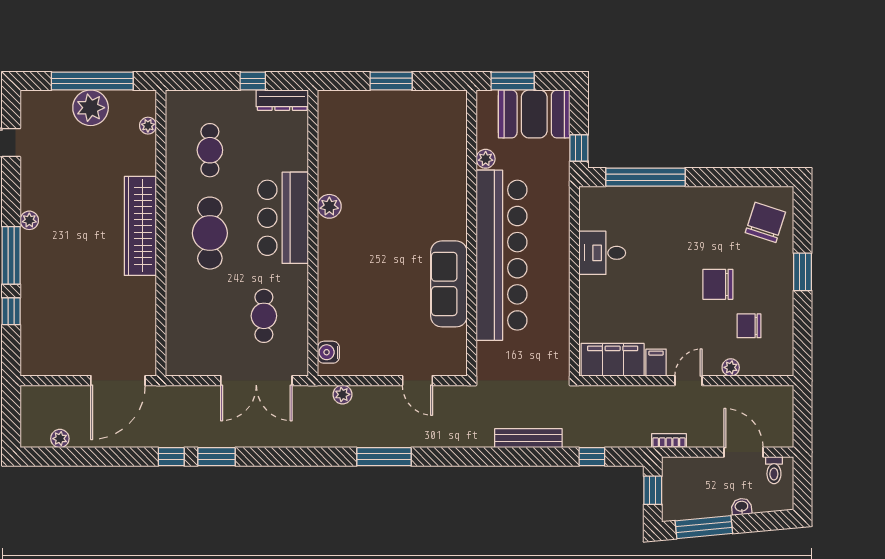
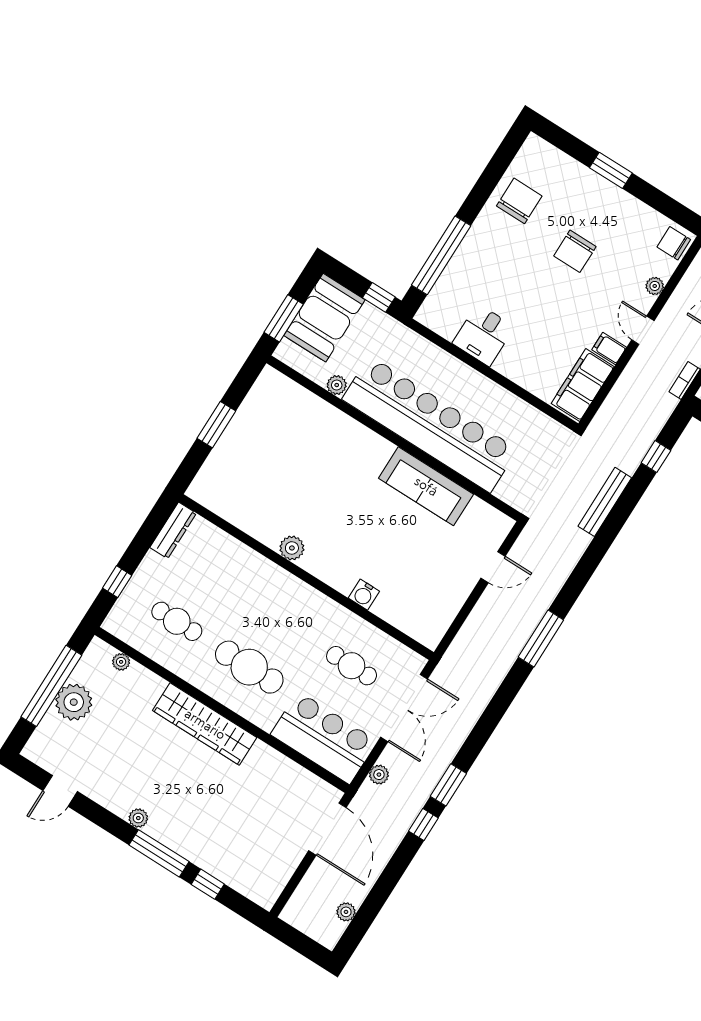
window: (253, 81) -> (117, 582), moved
bar counter: (283, 218) -> (324, 738), moved, turned 180
chair: (765, 222) -> (519, 201), moved, turned 72
chair: (749, 326) -> (674, 243), moved, turned 90
water cooler: (328, 352) -> (364, 595), moved
plant: (343, 394) -> (379, 775), moved

